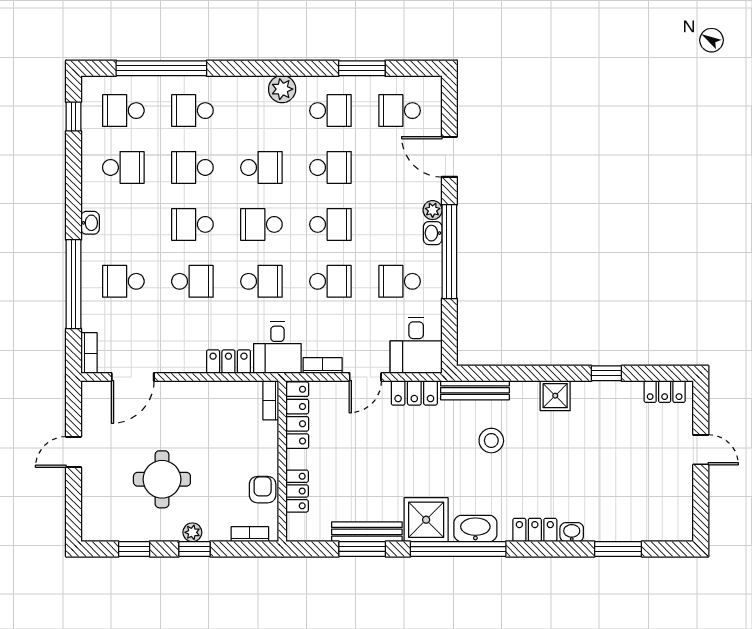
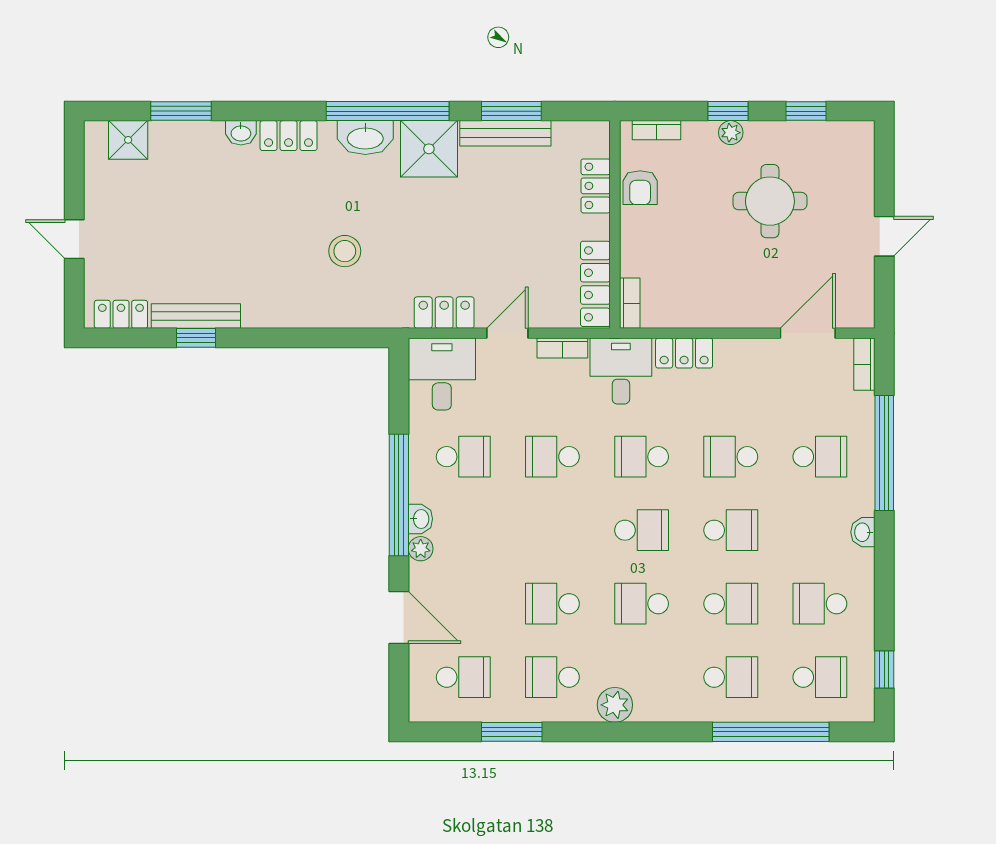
school desk: (330, 224) -> (552, 530), removed
bench: (475, 390) -> (196, 316), moved
shower: (555, 396) -> (128, 140), moved

